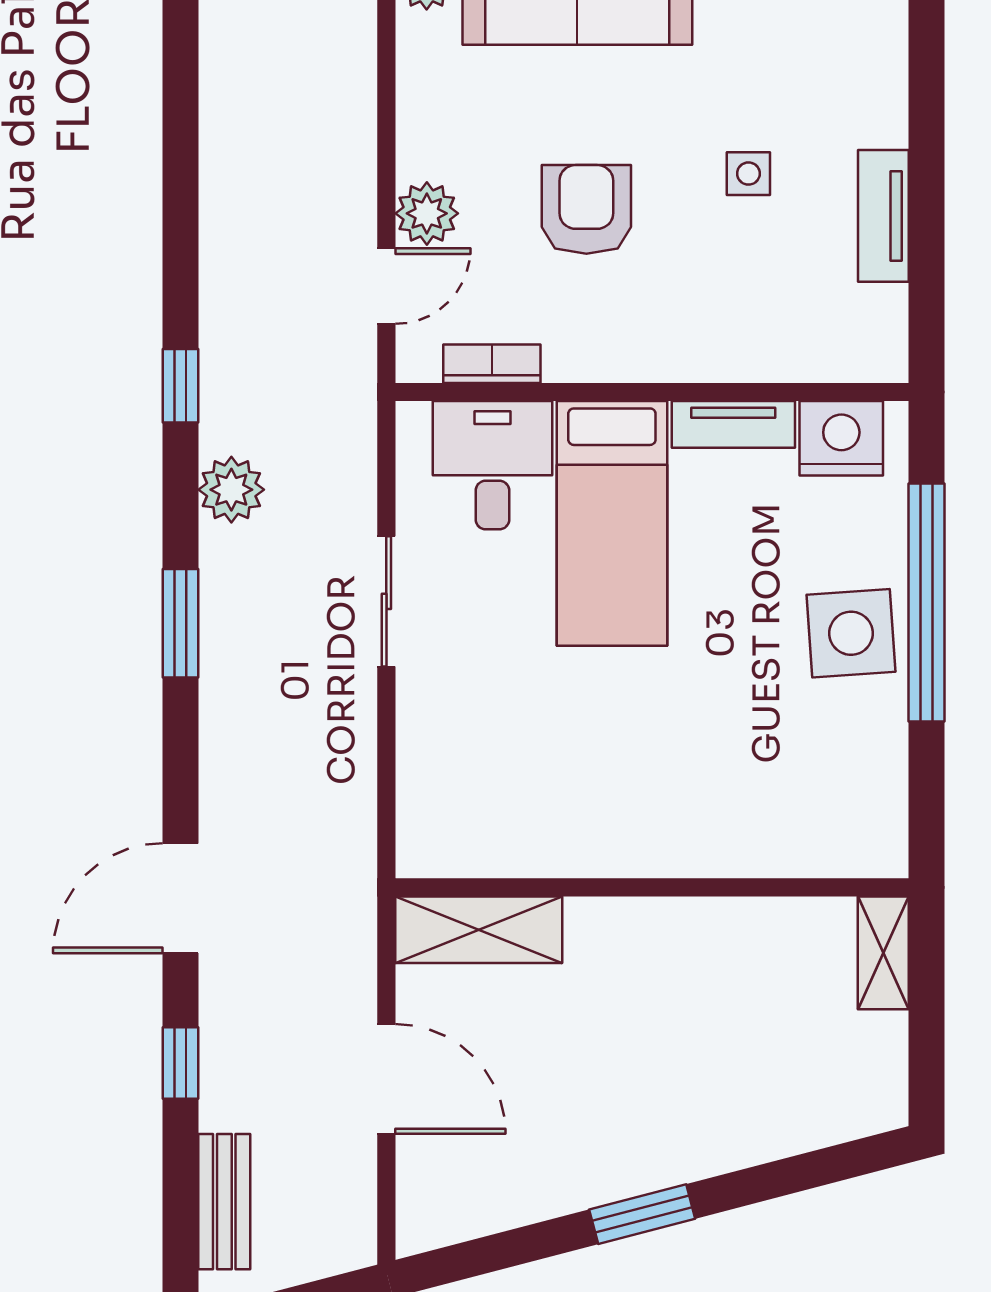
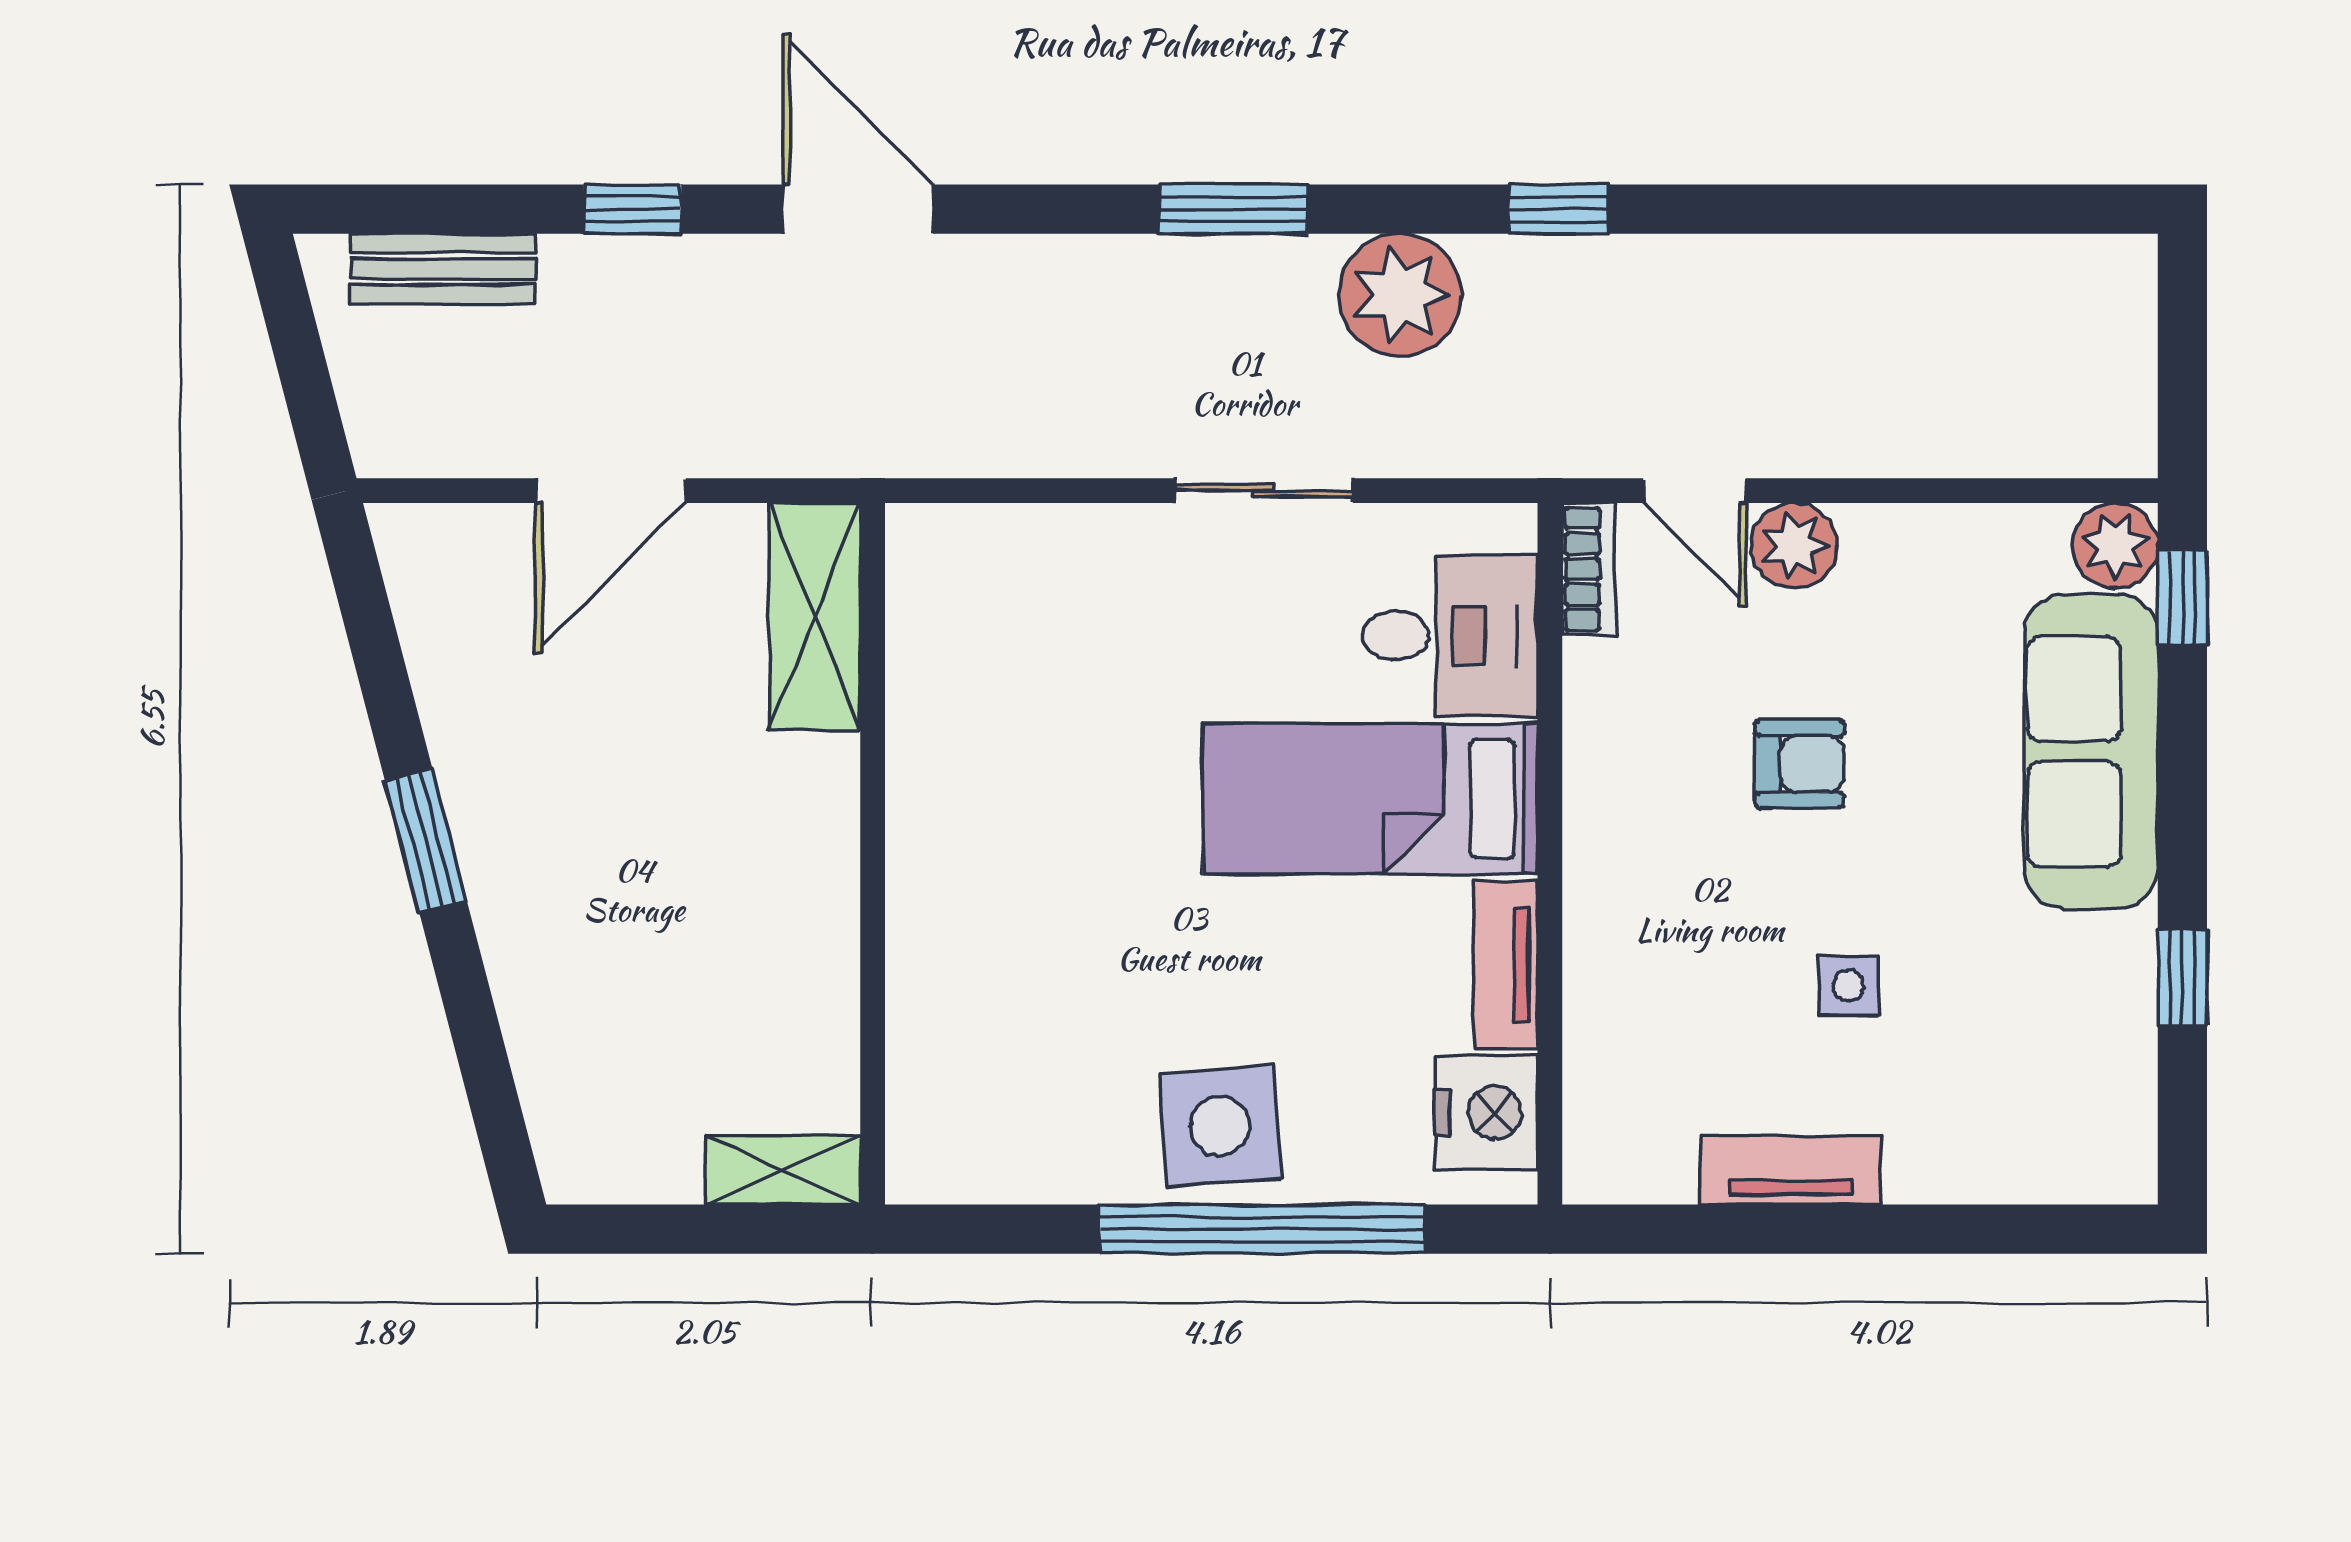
armchair: (586, 209) -> (1800, 764), width x0.72, depth x0.72
bookcase: (492, 364) -> (1589, 569), moved
plant: (231, 490) -> (1400, 295), width x1.36, depth x1.36

